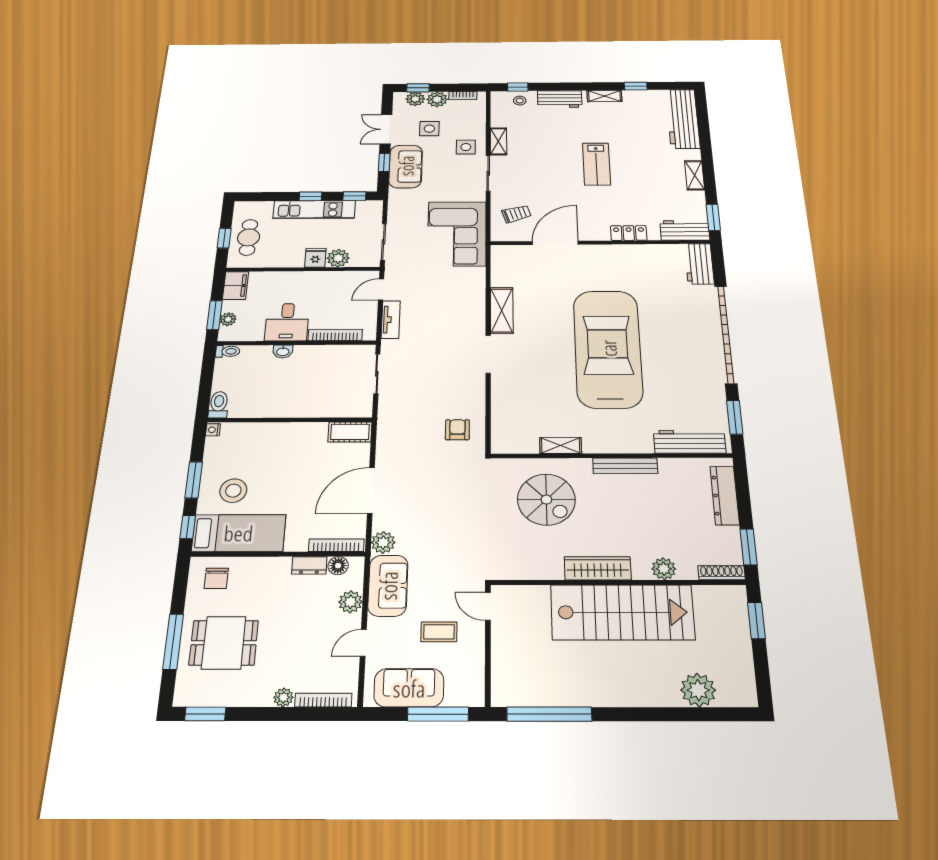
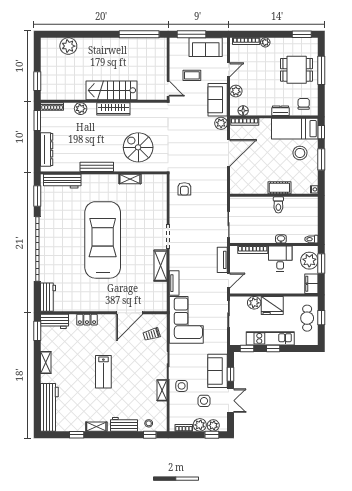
lab bench: (597, 164) -> (103, 372), turned 180
fridge: (315, 258) -> (272, 305), width x1.88, depth x1.34
tv unit: (477, 285) -> (174, 283), added
plant: (228, 319) -> (309, 261), width x1.88, depth x1.88
car: (608, 348) -> (103, 240), turned 180
toilet: (219, 405) -> (278, 205), moved
cot: (350, 432) -> (279, 188), moved
dresser: (309, 565) -> (281, 111), moved
stairs: (622, 612) -> (111, 90), width x0.73, depth x0.66

